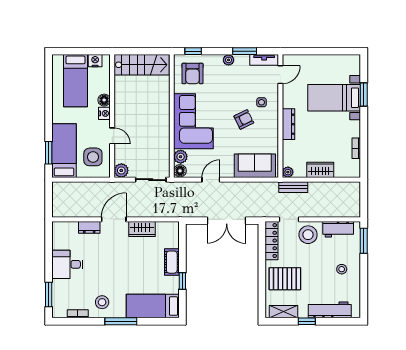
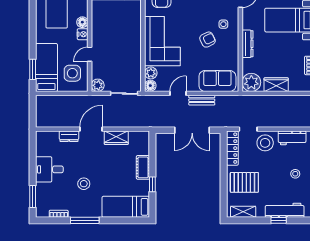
door: (112, 136) -> (90, 54), swing flipped
plant: (288, 172) -> (251, 82), width x1.87, depth x1.87
bench: (293, 187) -> (202, 100), moved
stool: (102, 302) -> (84, 184), moved
window: (121, 321) -> (85, 220), moved
window: (307, 321) -> (279, 220), moved

